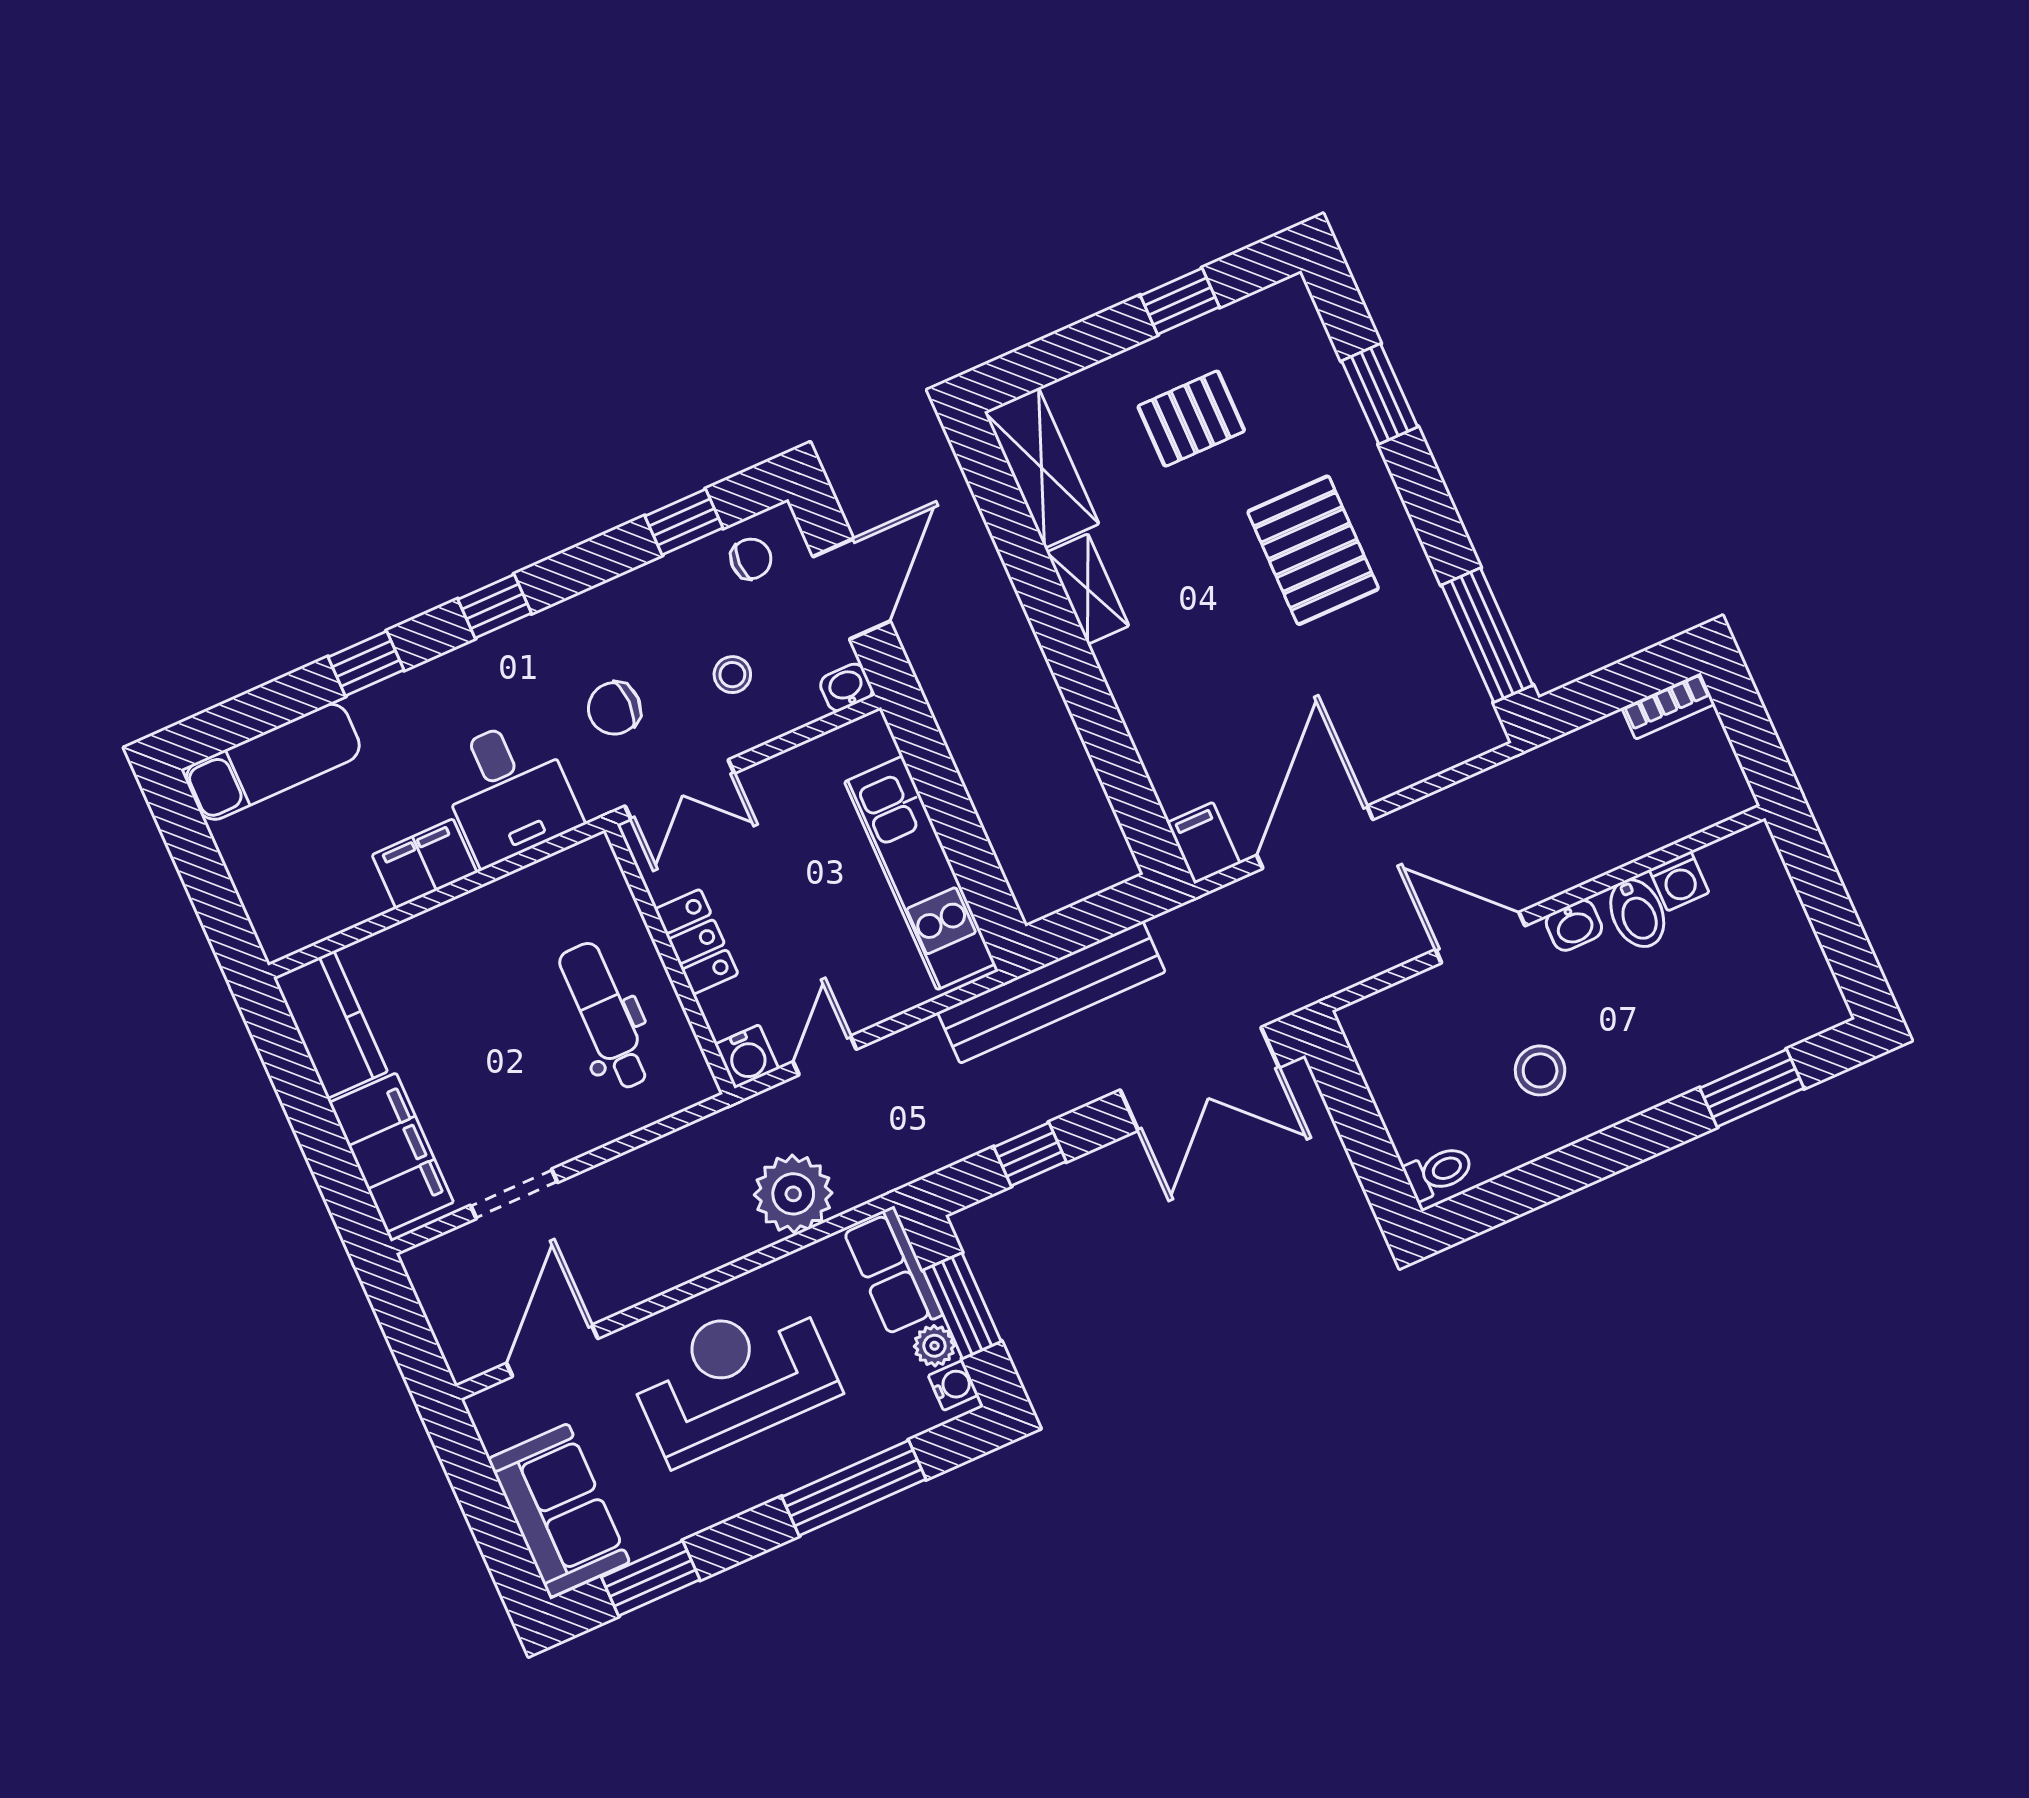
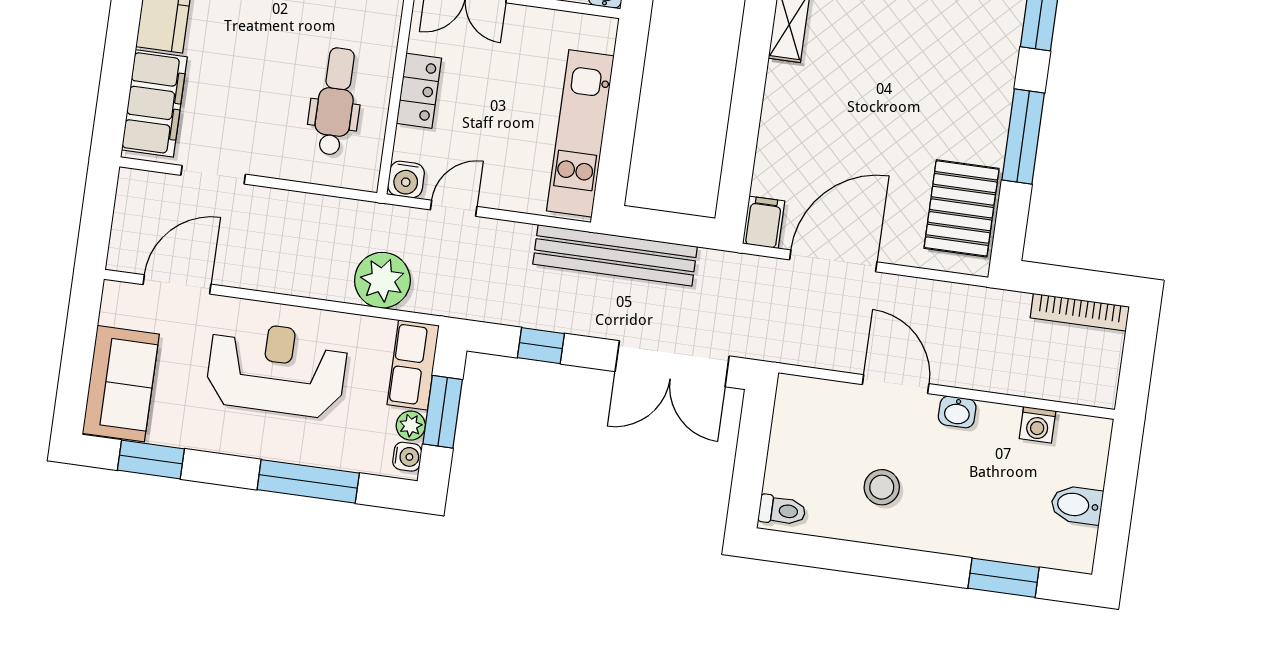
pallet: (1313, 550) -> (962, 208), moved
window: (1487, 635) -> (1023, 136), moved
bookcase: (1668, 706) -> (1080, 312), width x1.56
bidet: (1637, 913) -> (1077, 505), moved, turned 90

